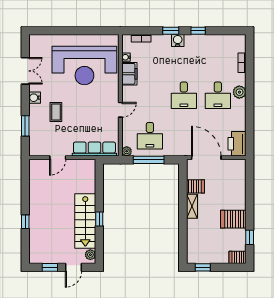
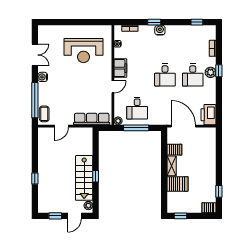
window: (198, 31) -> (197, 22), moved
reception desk: (84, 65) -> (84, 51), width x0.74, depth x0.77
filing cabinet: (129, 74) -> (120, 68), moved
window: (250, 90) -> (219, 71), added
coffee table: (56, 112) -> (44, 114), moved
window: (25, 126) -> (35, 100), width x2.11
server rack: (233, 219) -> (178, 184), moved, turned 180

